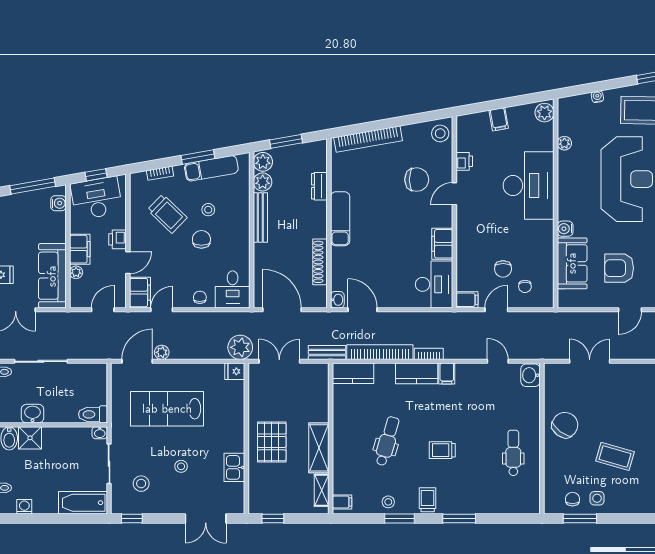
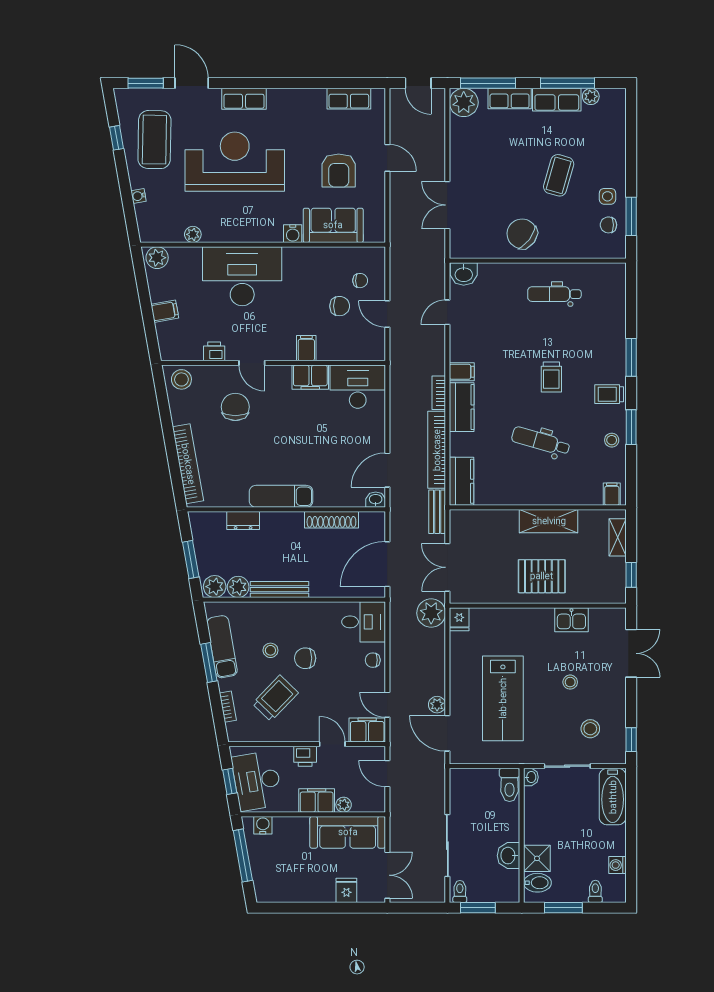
filing cabinet: (467, 300) -> (306, 348), moved
shelving: (322, 490) -> (618, 537), moved, turned 90

